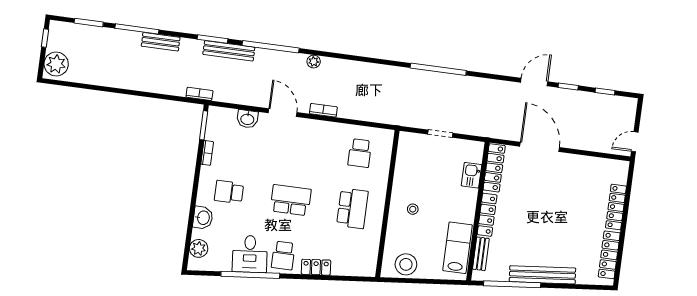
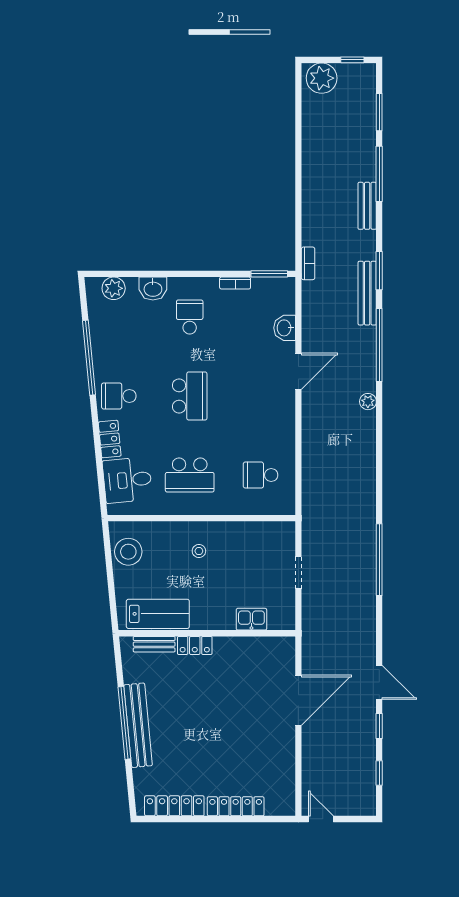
bookcase: (323, 110) -> (308, 422), removed
locker: (494, 168) -> (265, 646), removed
locker: (487, 215) -> (195, 645), width x0.66
desk: (250, 254) -> (127, 480), moved
window: (512, 284) -> (124, 723), moved

